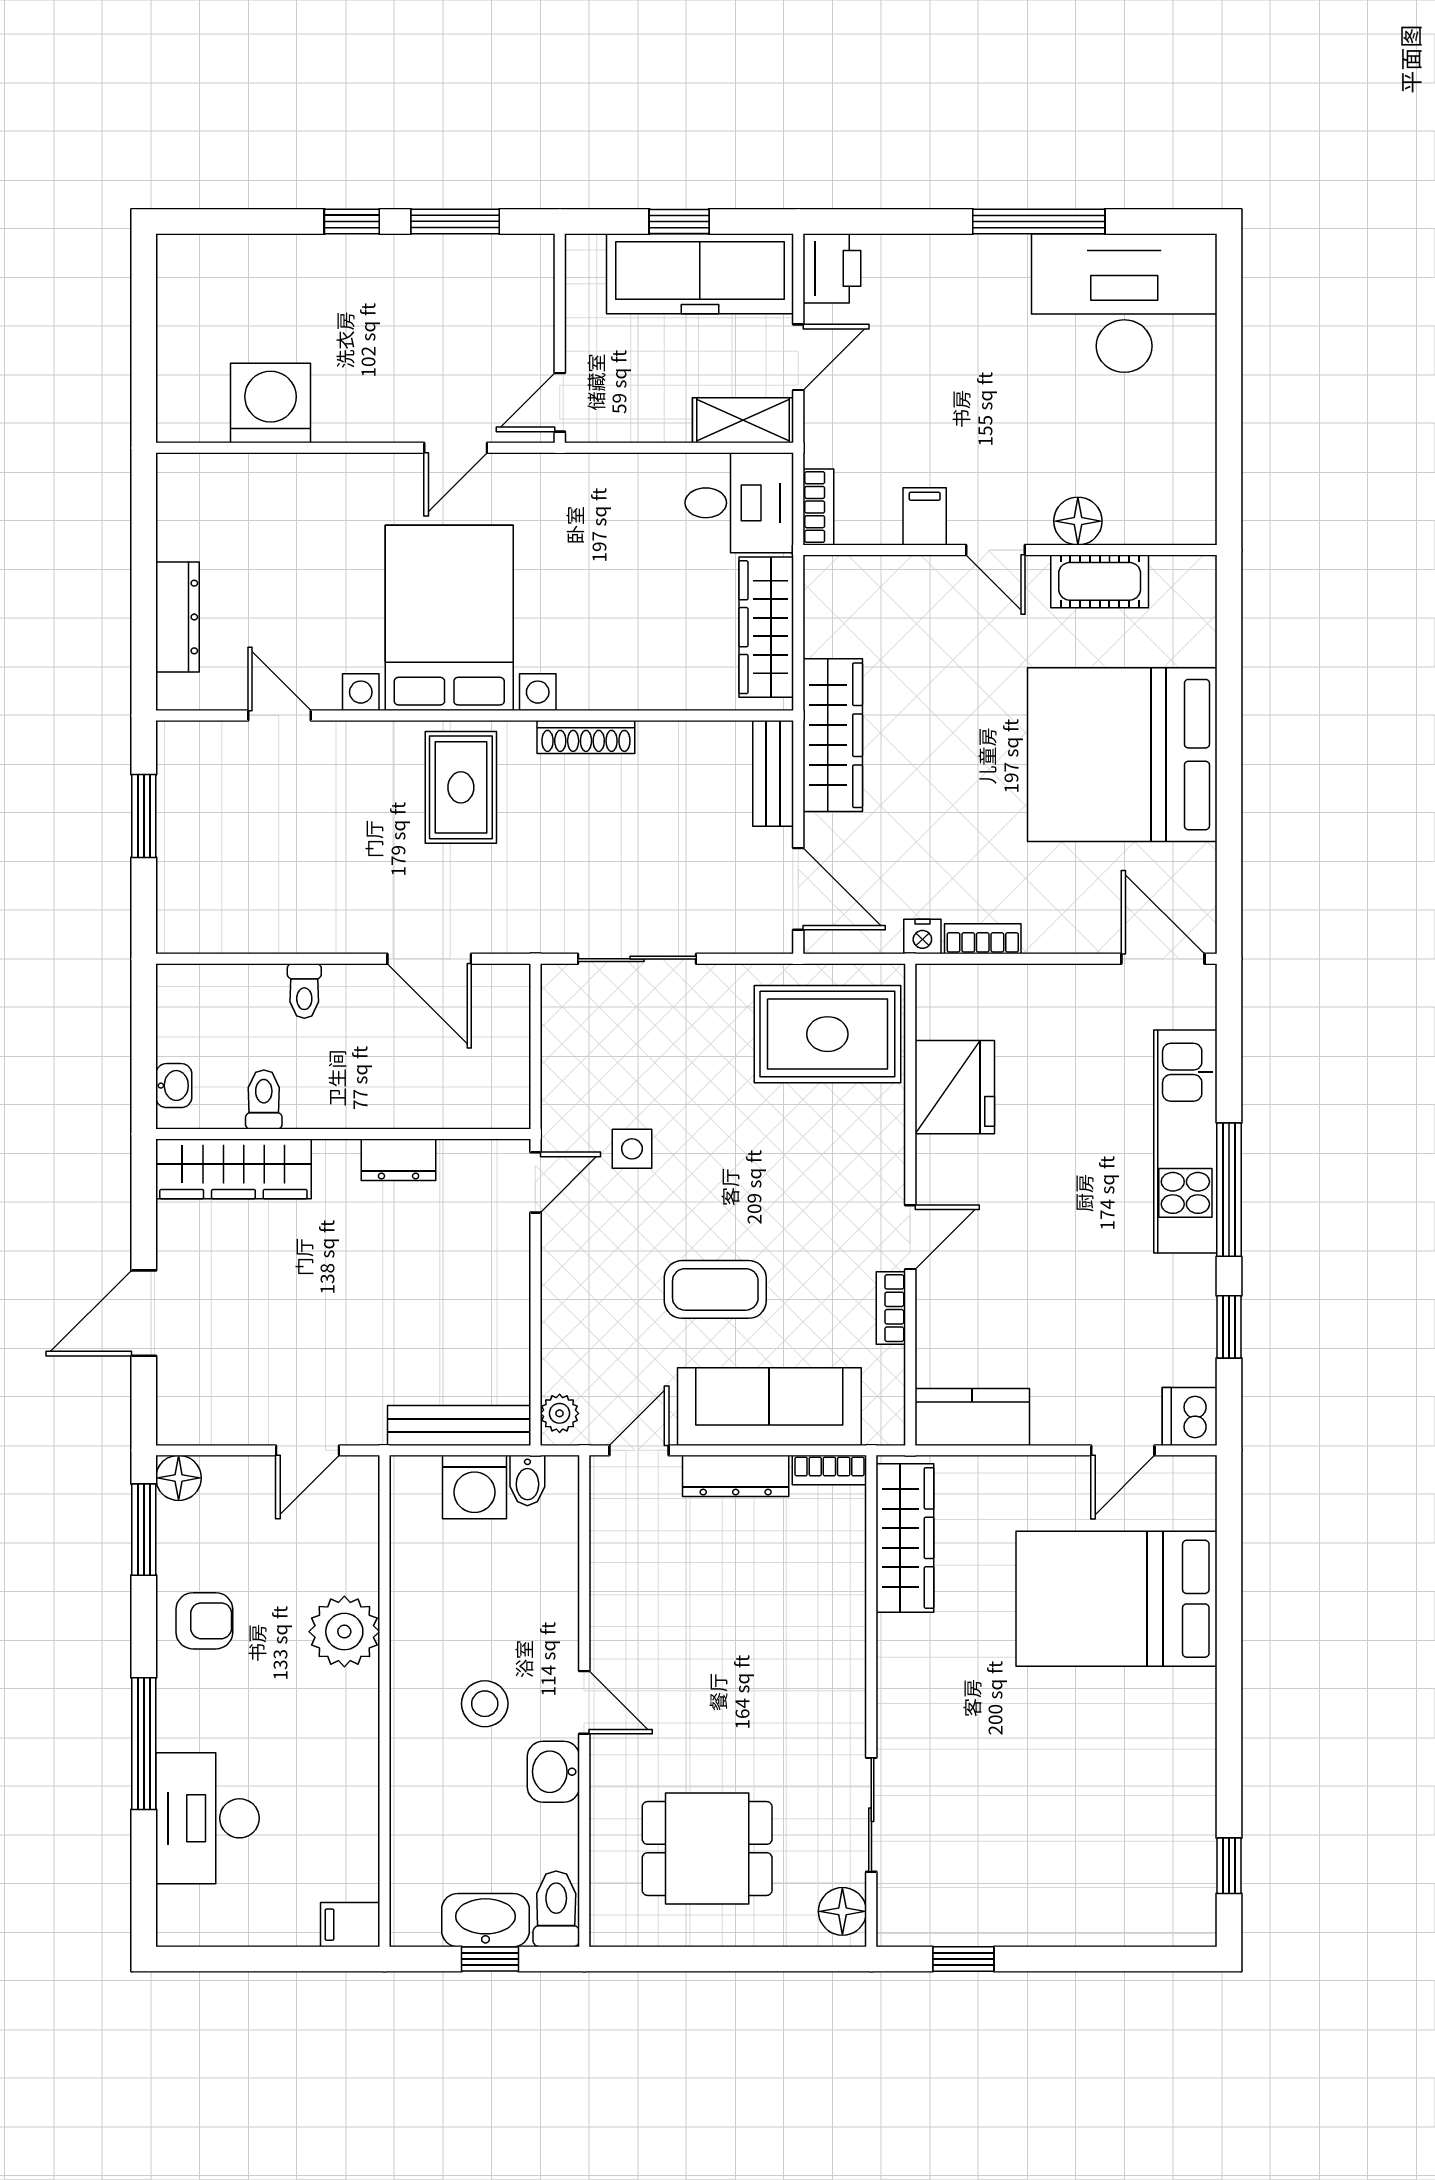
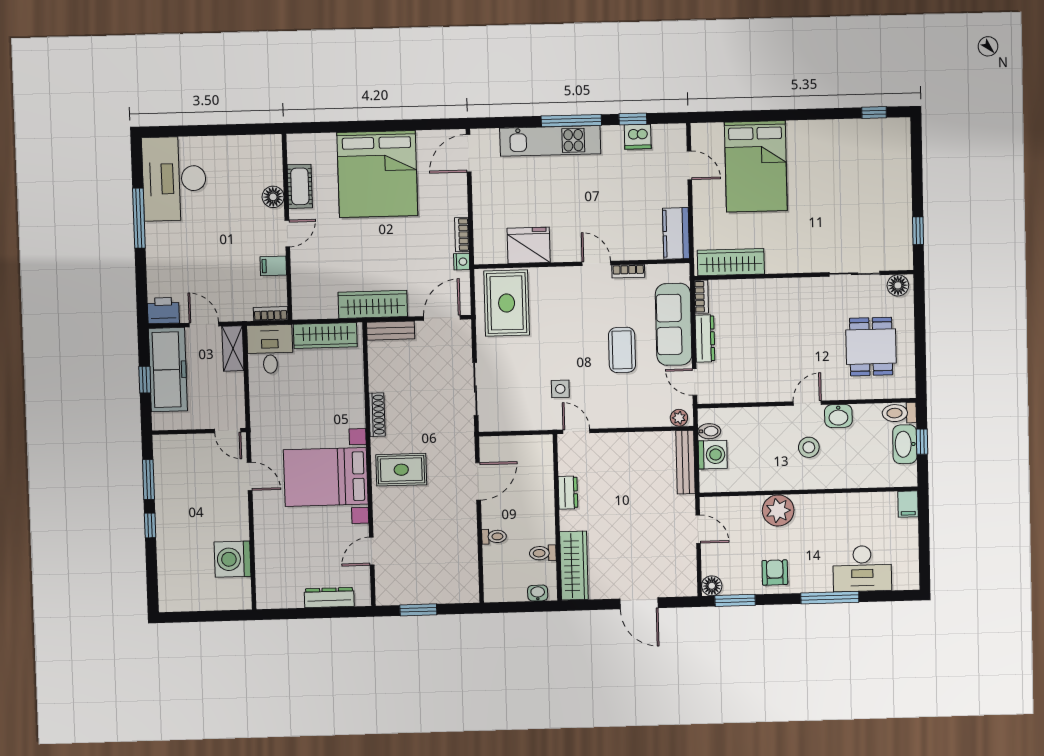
dishwasher: (1190, 1416) -> (638, 137), moved

